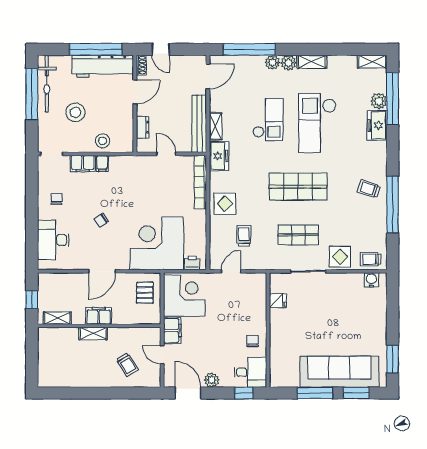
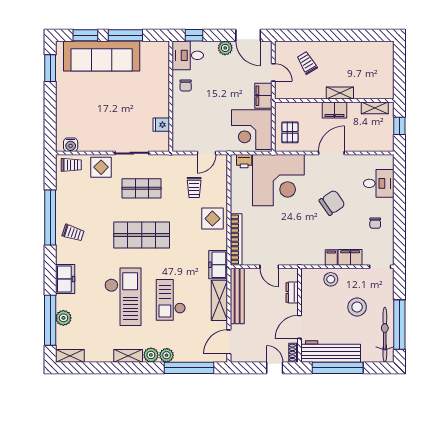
freezer: (377, 125) -> (65, 279), moved
shelving: (216, 126) -> (219, 300), width x1.50, depth x1.33
chair: (101, 220) -> (332, 203), width x1.87, depth x1.87
desk: (53, 240) -> (379, 183), width x0.73

